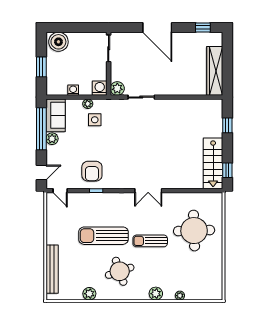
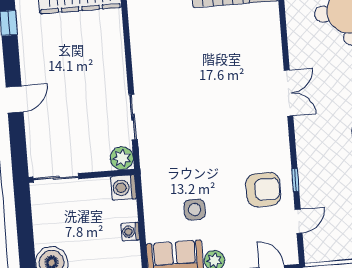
door: (157, 27) -> (15, 99), width x0.53
plant: (88, 104) -> (151, 205), removed
side table: (95, 120) -> (195, 210), moved
door: (60, 191) -> (299, 221), moved

